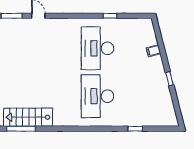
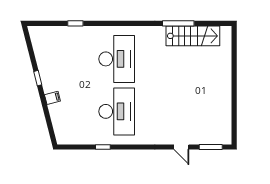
filing cabinet: (154, 51) -> (52, 98), moved
window: (21, 129) -> (178, 23), moved

